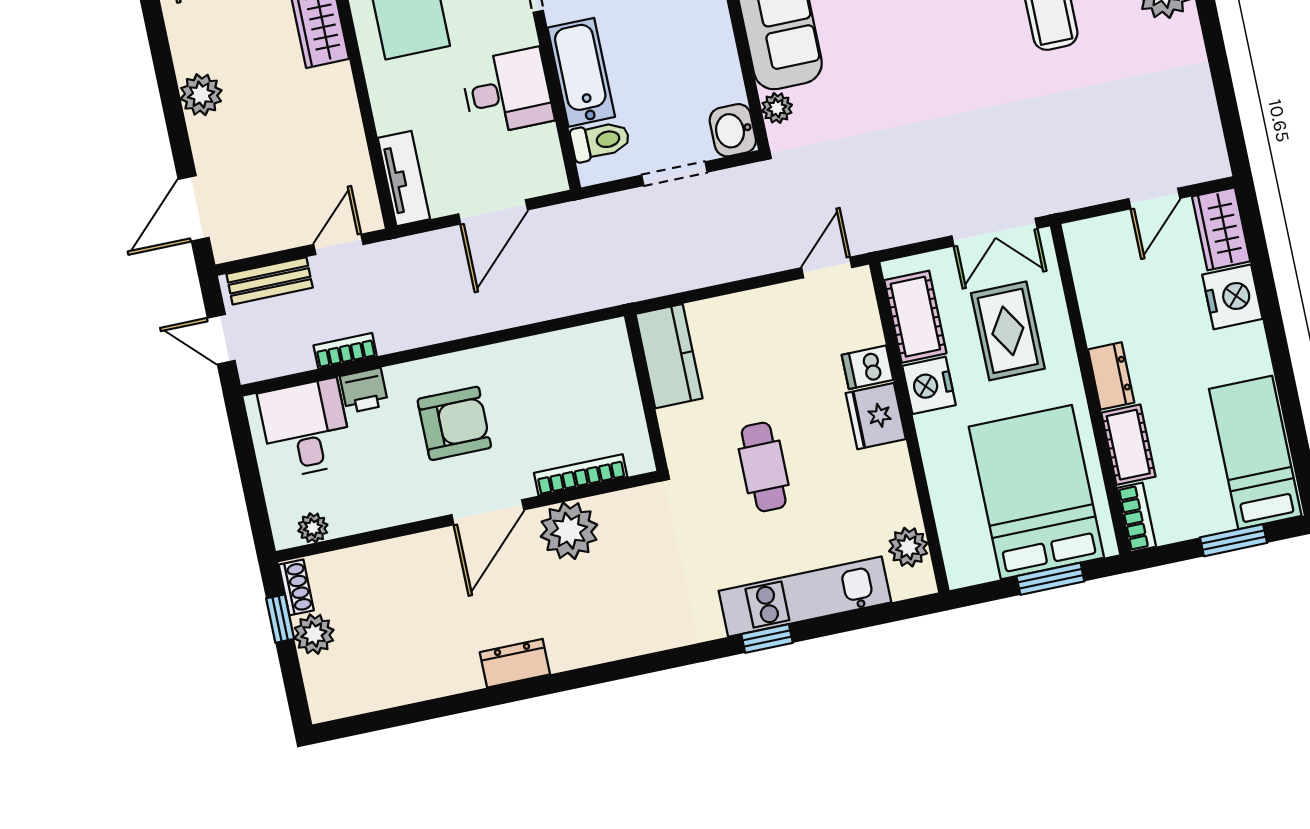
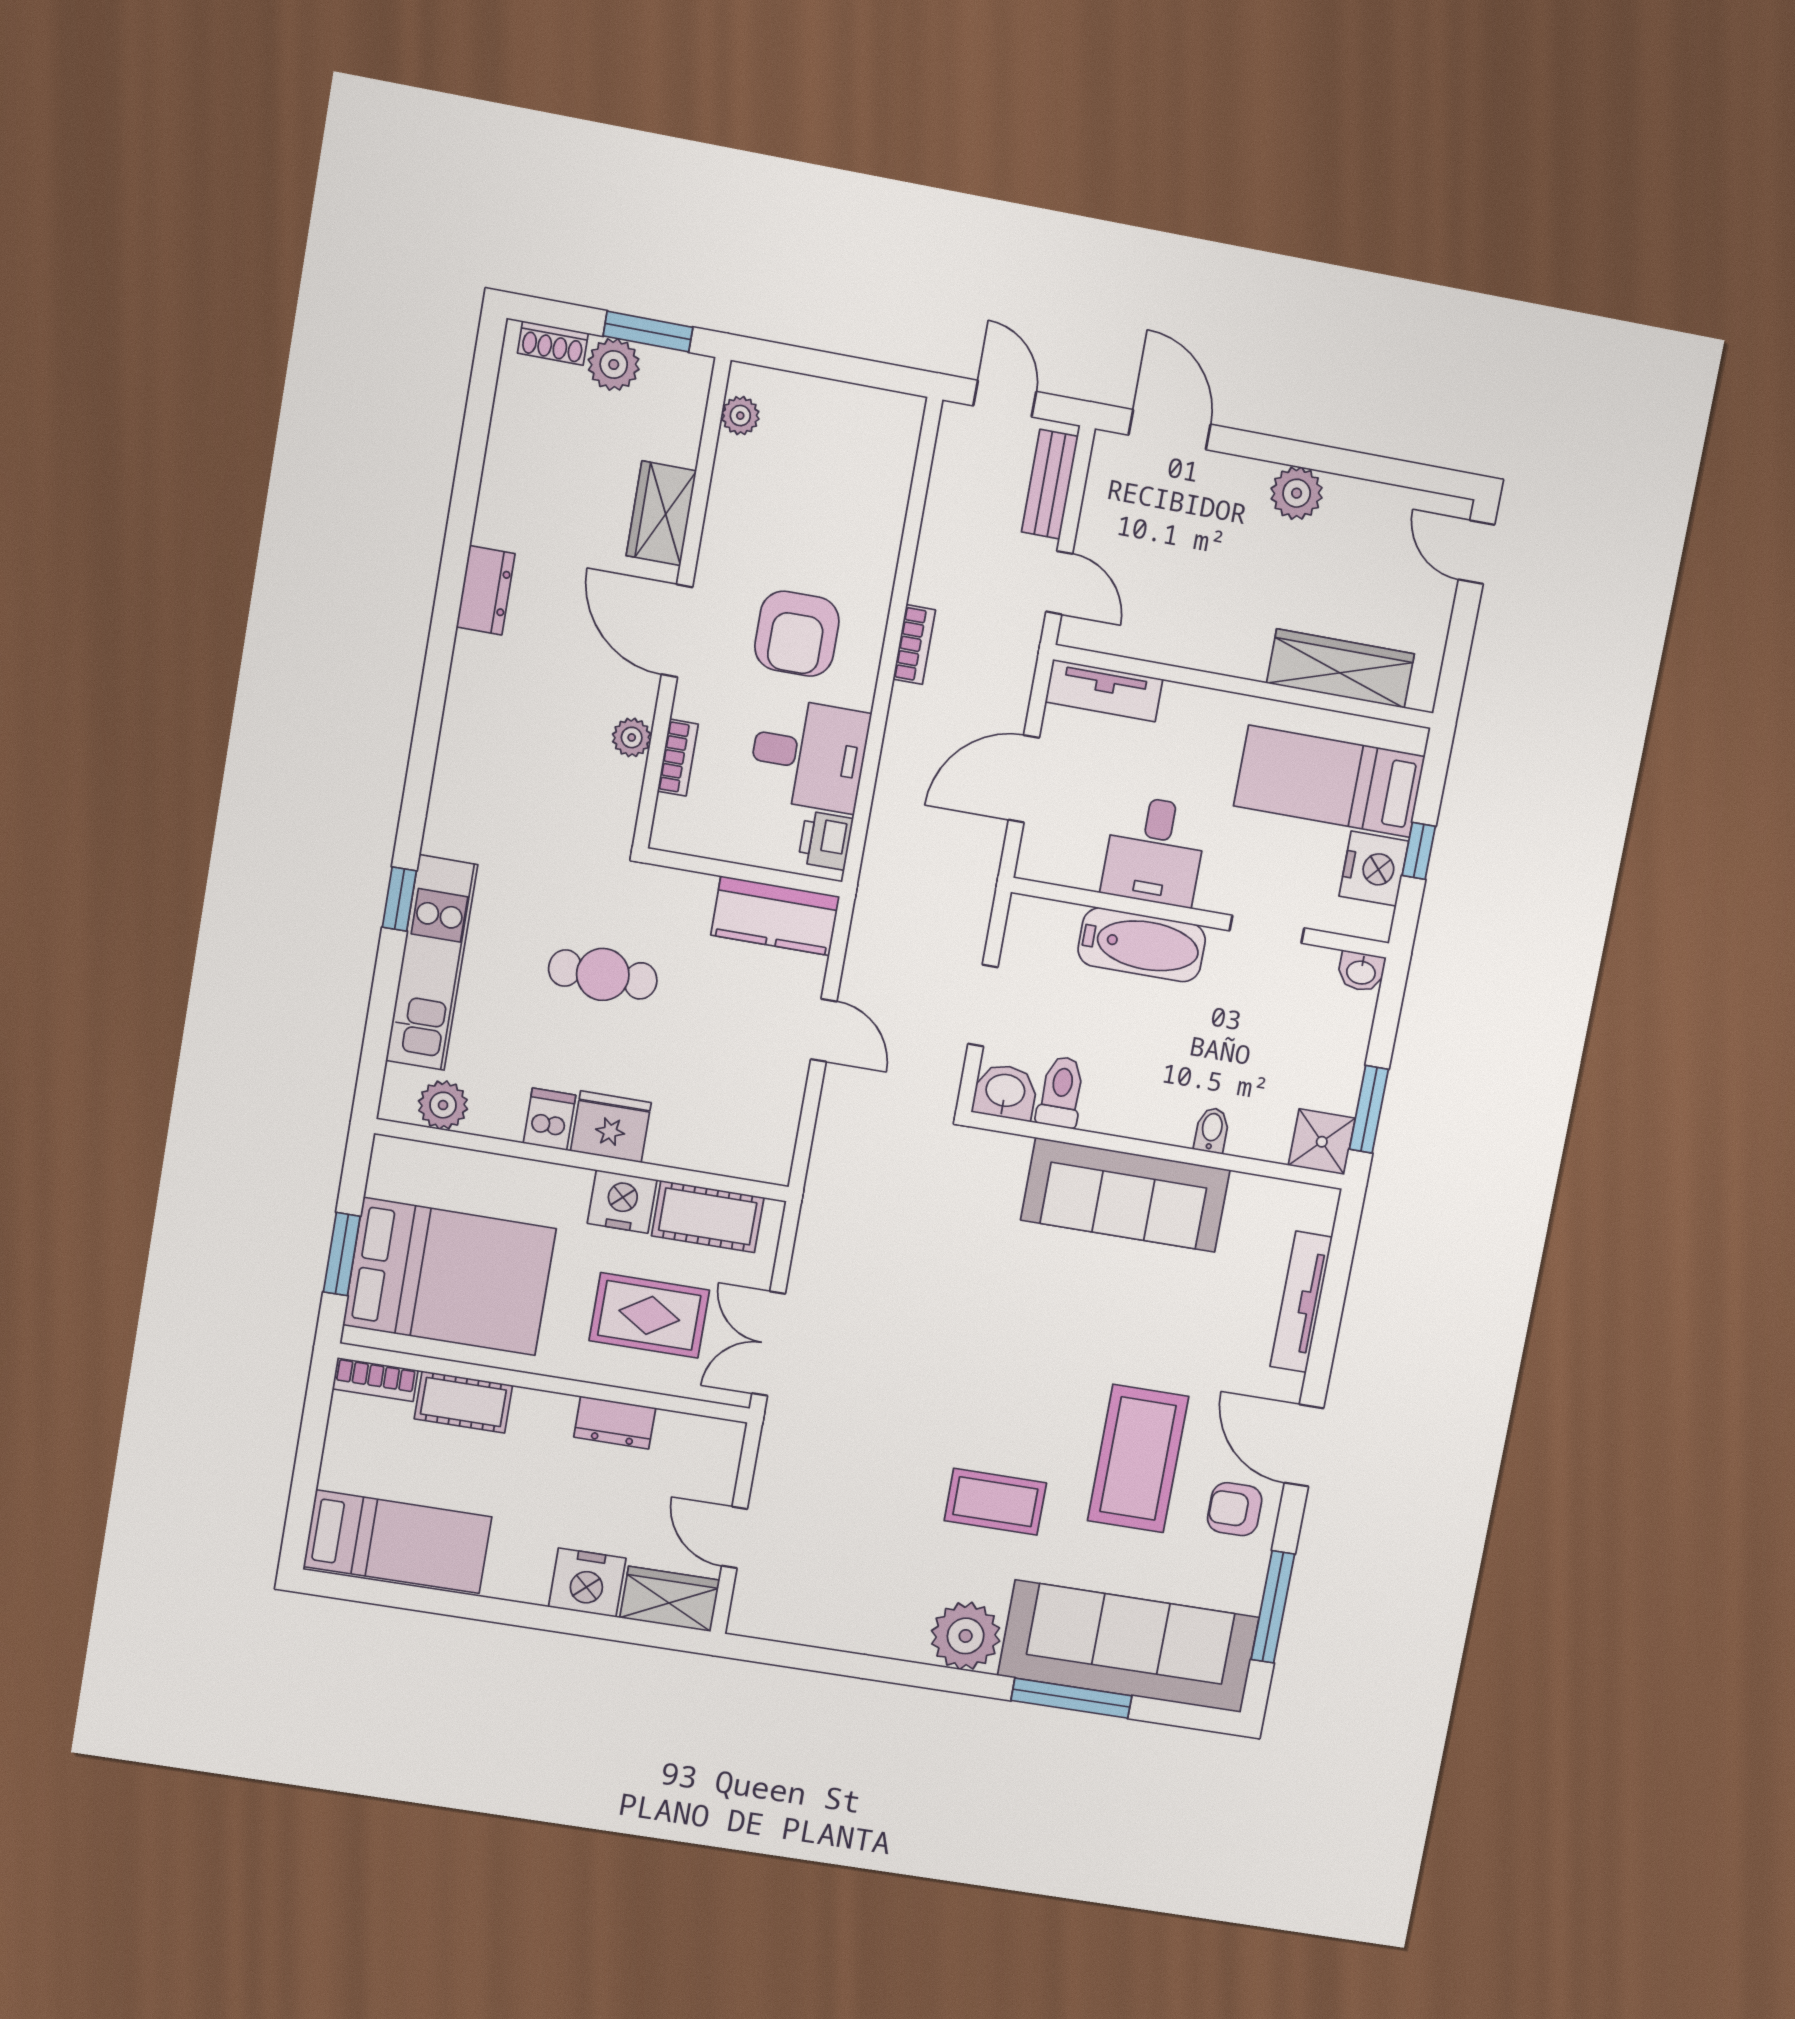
plant: (777, 108) -> (1010, 1152), removed
toilet: (600, 141) -> (1061, 1092), moved, turned 180
door: (493, 212) -> (1024, 779), hinge flipped
door: (827, 268) -> (824, 1030), moved
door: (221, 339) -> (1005, 399), hinge flipped
bookcase: (345, 351) -> (914, 645), moved
dishwasher: (868, 367) -> (549, 1119), moved
dresser: (1111, 376) -> (615, 1423), moved
printer: (364, 390) -> (826, 840), moved
desk: (306, 428) -> (809, 755), moved
bookcase: (581, 475) -> (678, 758), width x0.64
plant: (569, 531) -> (632, 737), width x0.53, depth x0.53
window: (1233, 540) -> (305, 1479), removed
wardrobe: (407, 557) -> (661, 513), added
shoe rack: (296, 587) -> (553, 343), moved
window: (280, 619) -> (648, 332), width x1.50

